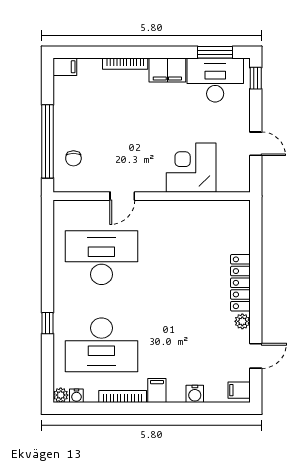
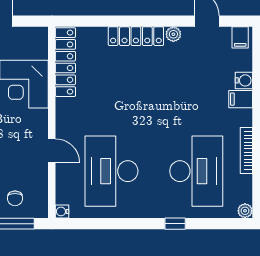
chair: (73, 158) -> (15, 198), turned 90
locker: (214, 210) -> (65, 62), added
filing cabinet: (157, 390) -> (241, 99), moved
water cooler: (76, 396) -> (62, 211), moved, turned 180

